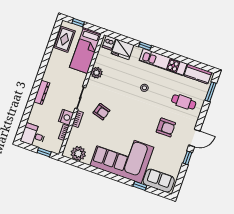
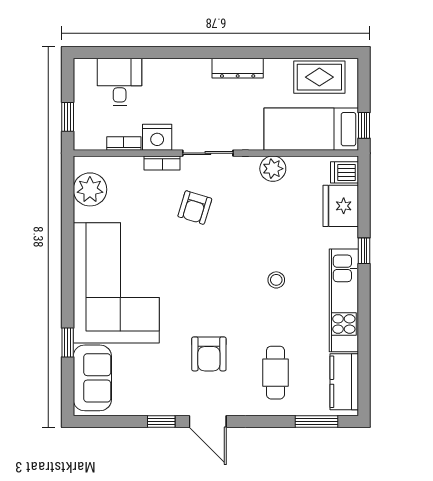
window: (78, 23) -> (364, 125), moved
dresser: (42, 92) -> (238, 68), moved
desk: (33, 135) -> (120, 82), moved

